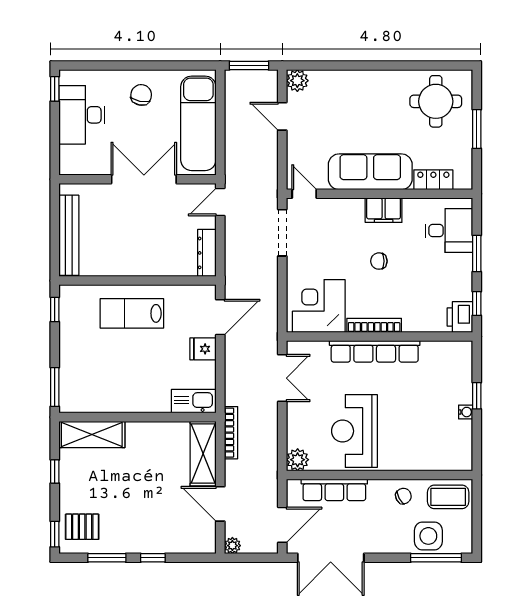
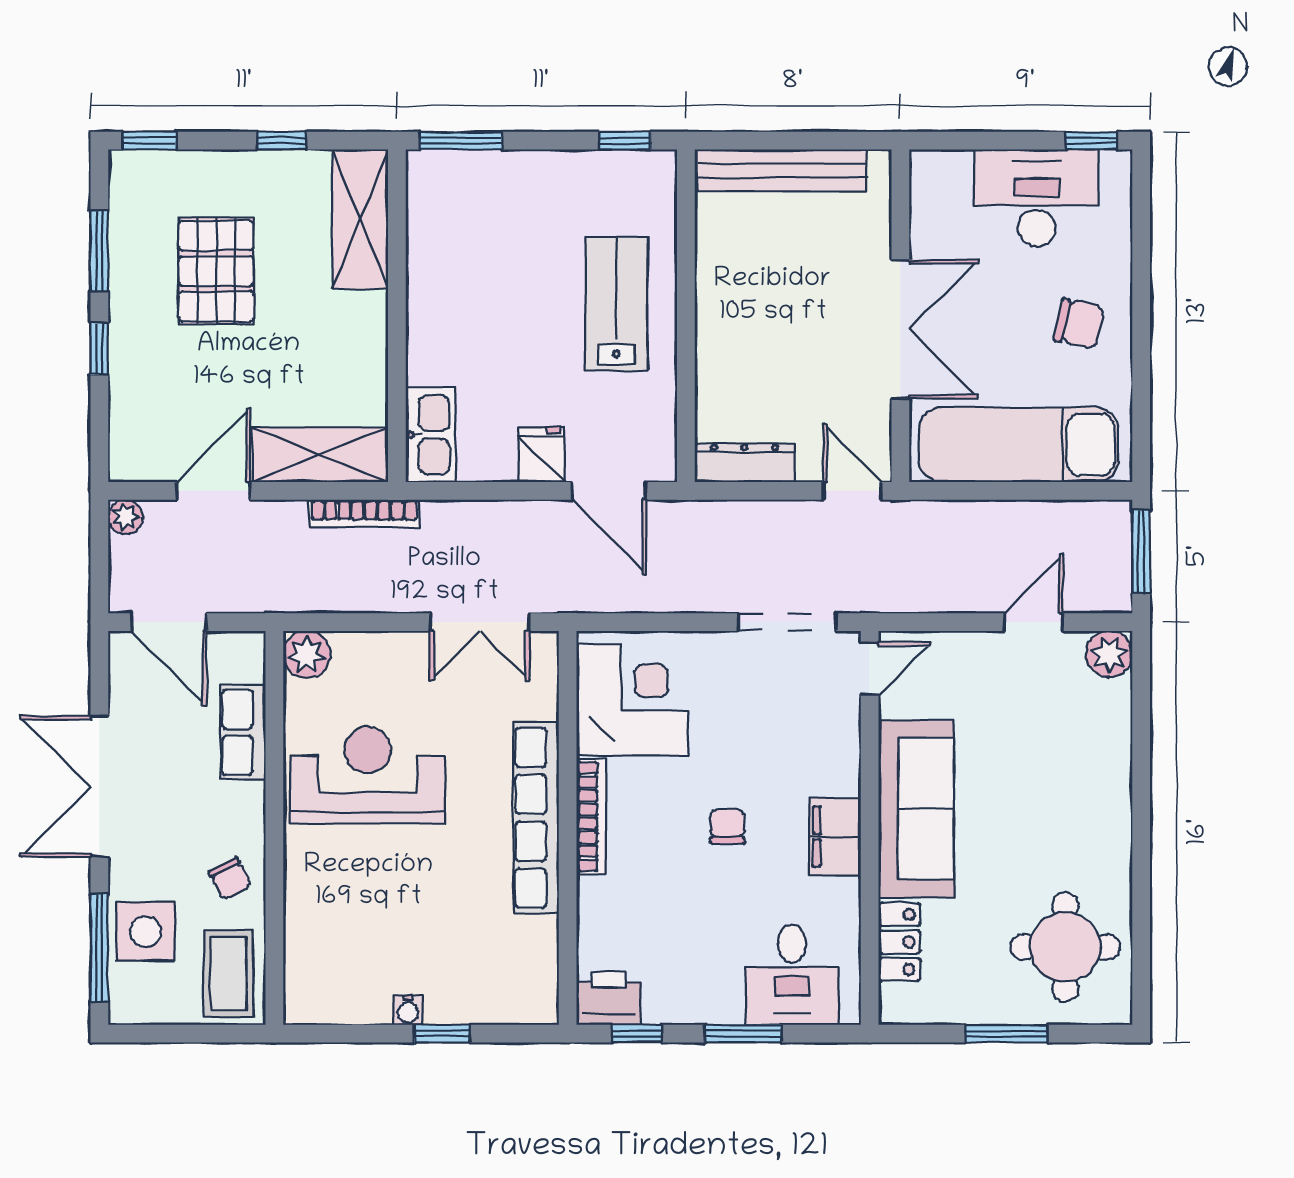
row of seats: (334, 490) -> (243, 732), width x0.68
pallet: (82, 527) -> (216, 271), moved, width x1.50, depth x1.42
double door: (331, 558) -> (99, 786), moved

